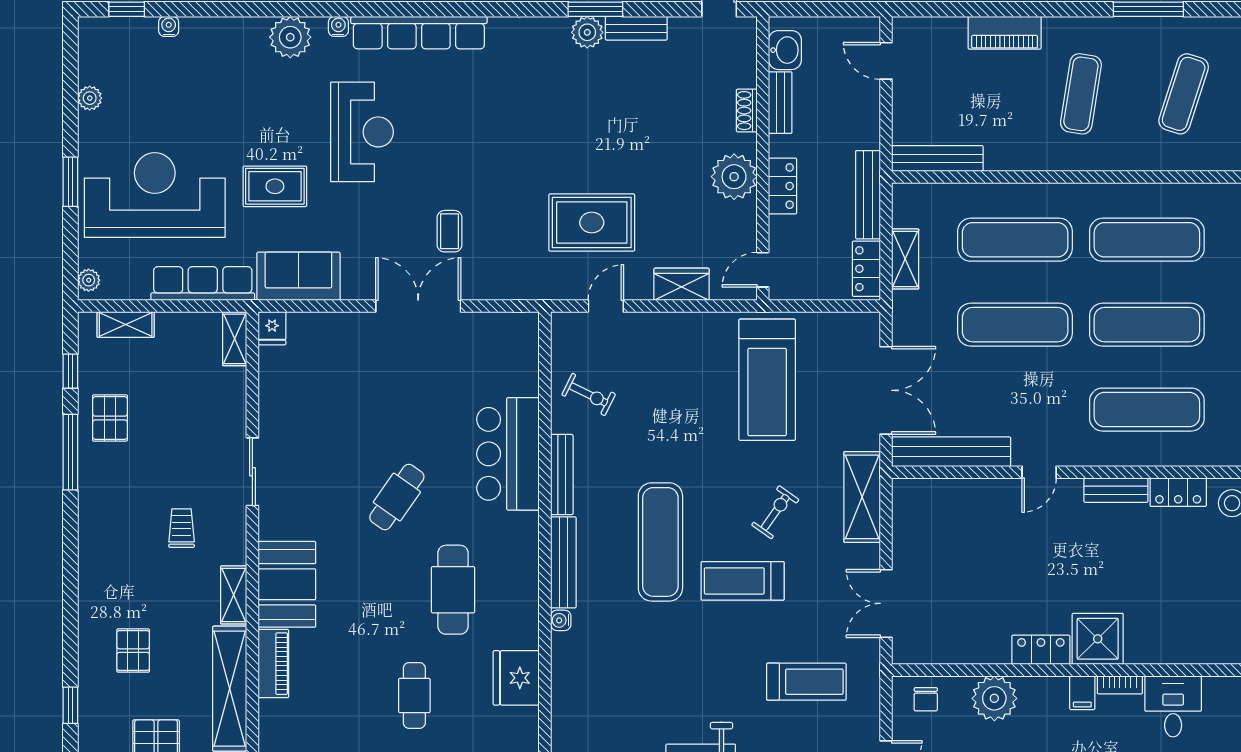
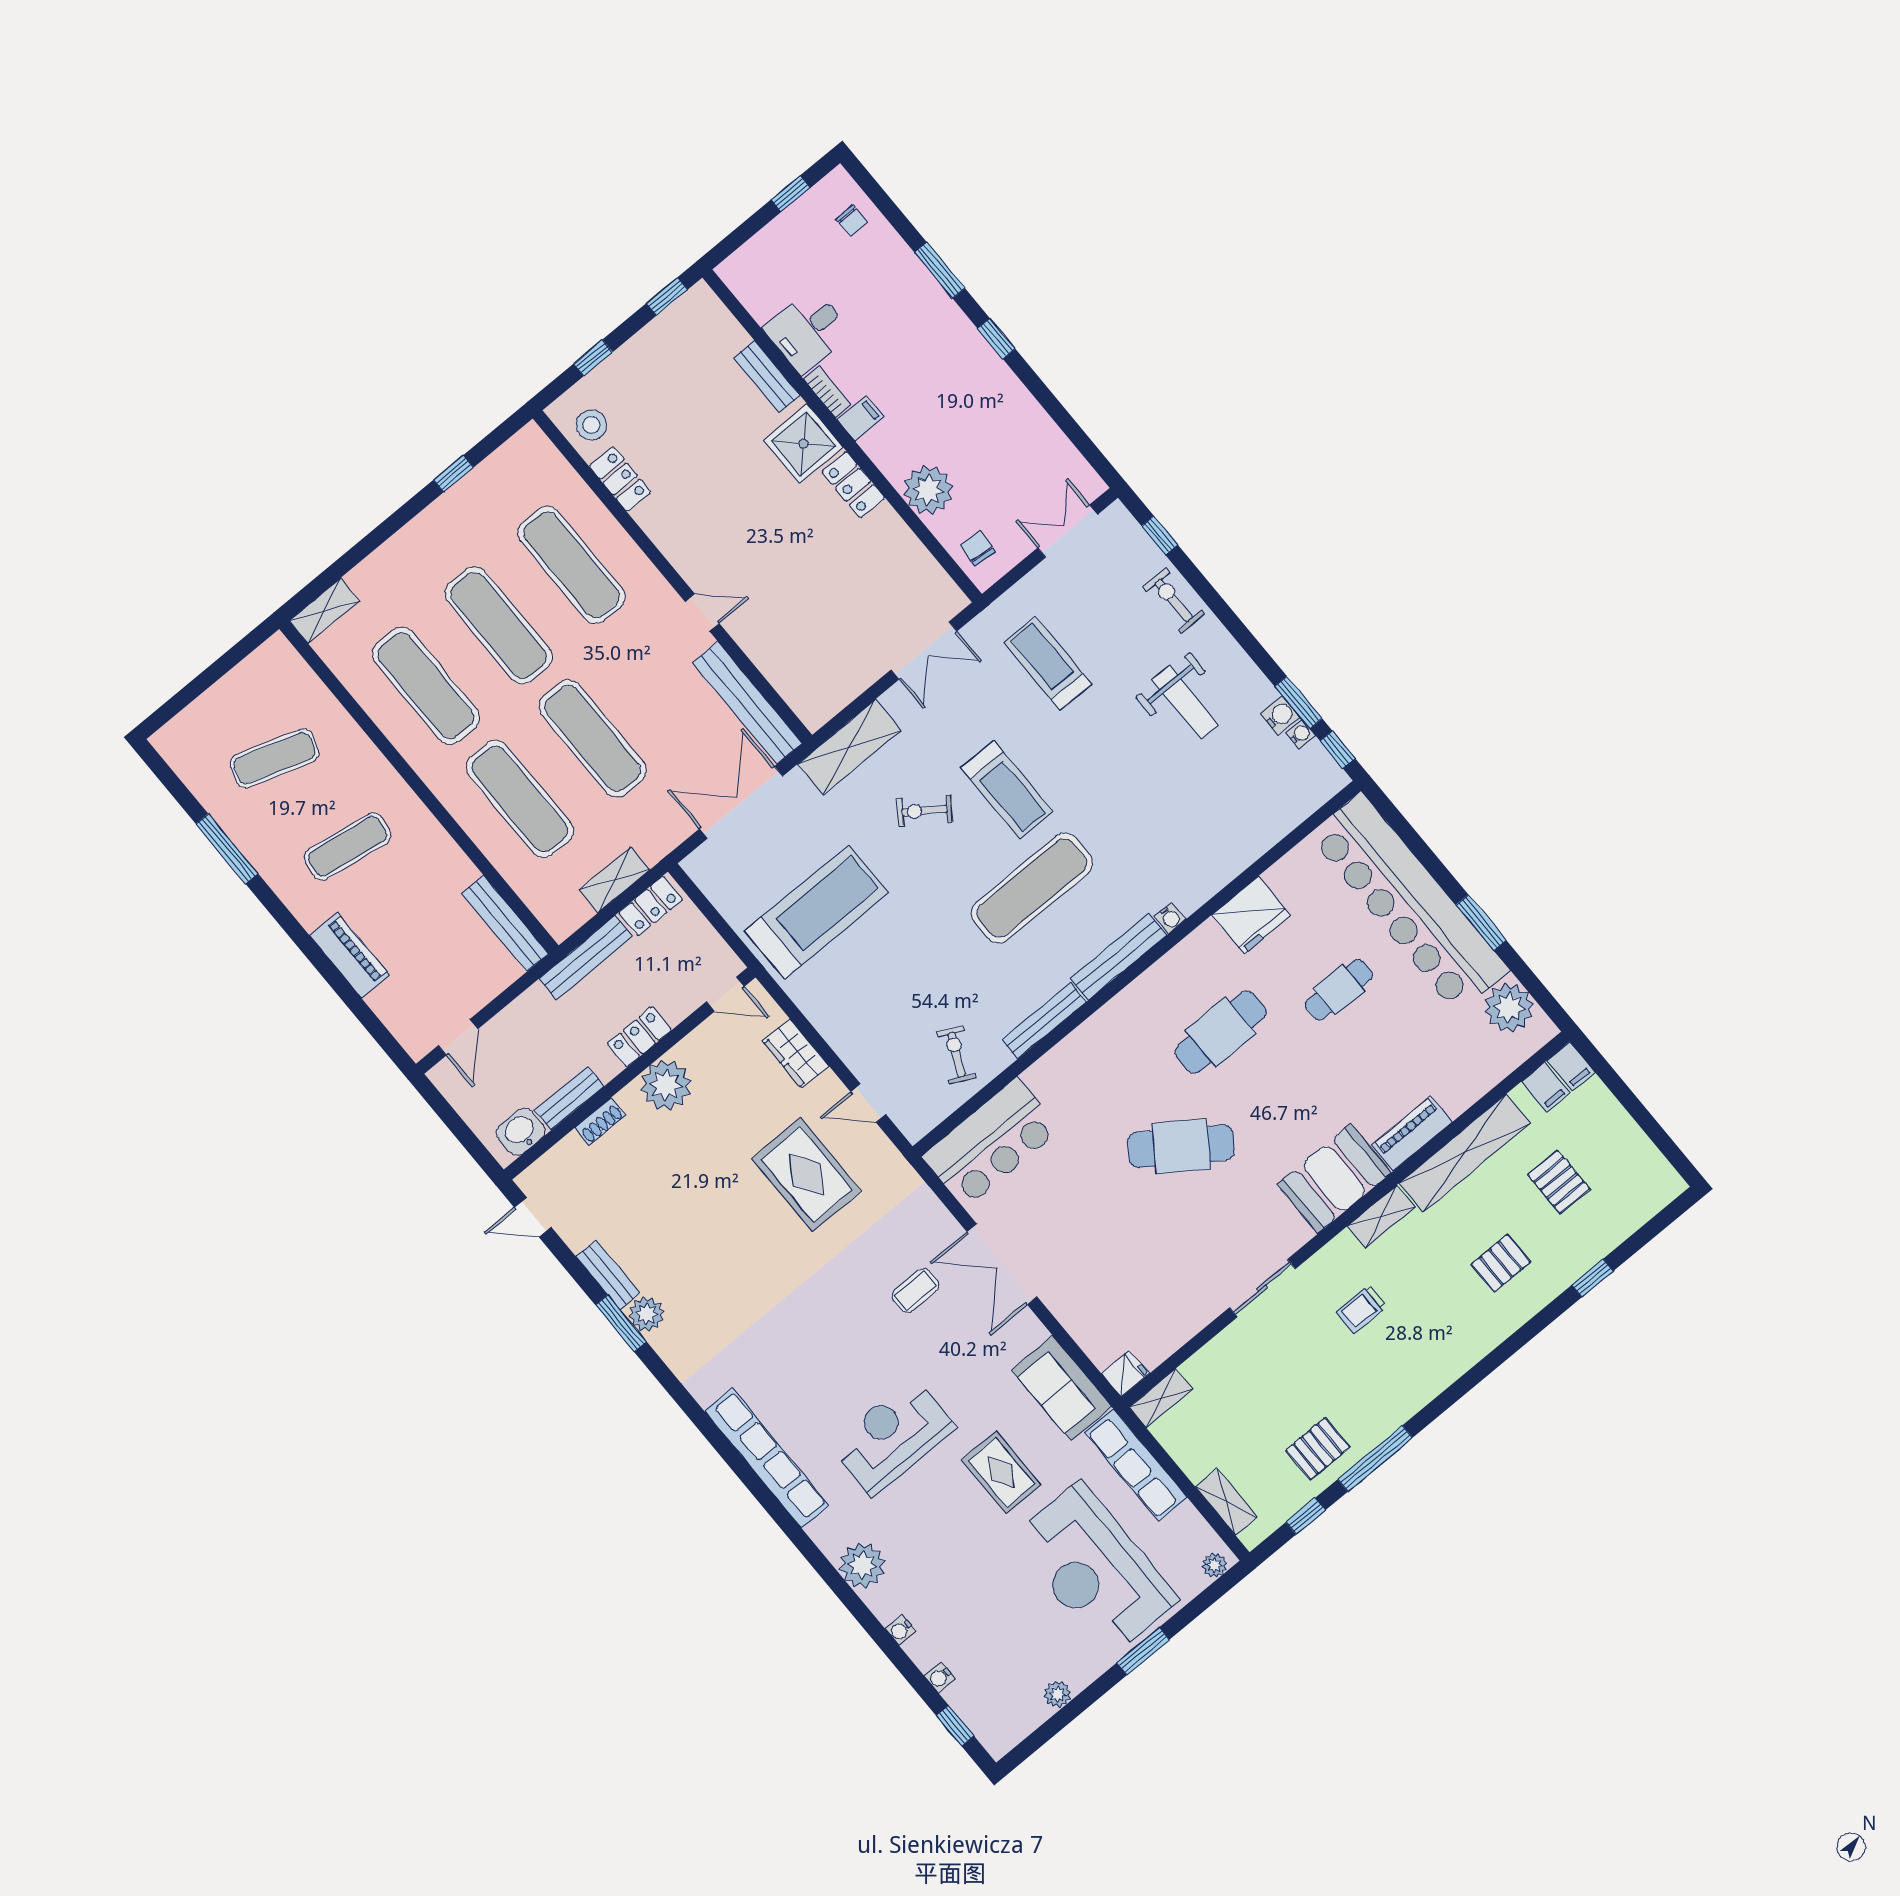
water cooler: (338, 26) -> (901, 1630), moved
bar counter: (508, 454) -> (991, 1143), moved
bench: (1116, 490) -> (767, 376), moved
cafe table: (397, 497) -> (1181, 1146), width x1.37, depth x1.35
chair: (926, 699) -> (978, 548), turned -85

